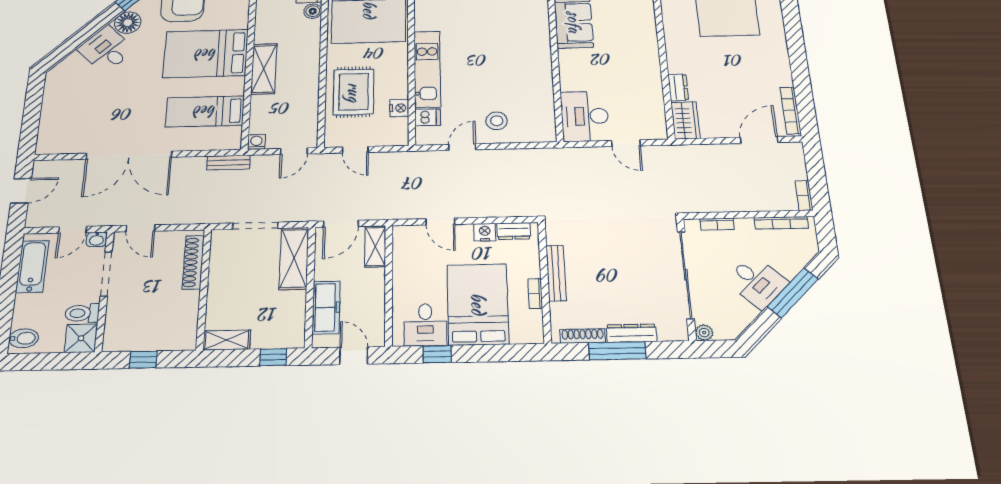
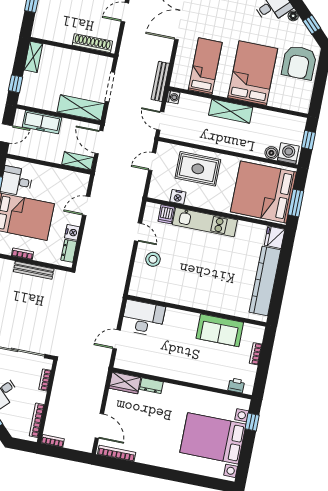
floor lamp: (128, 23) -> (293, 16), width x0.53, depth x0.53
bench: (229, 163) -> (160, 81), width x1.36

